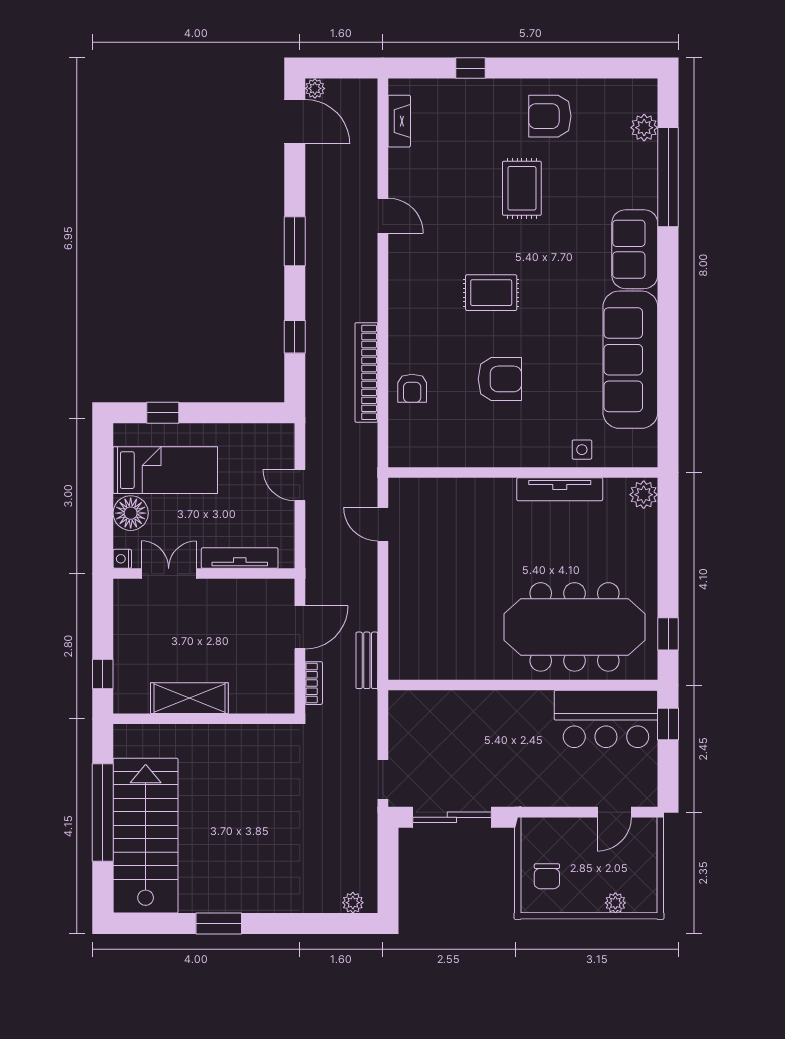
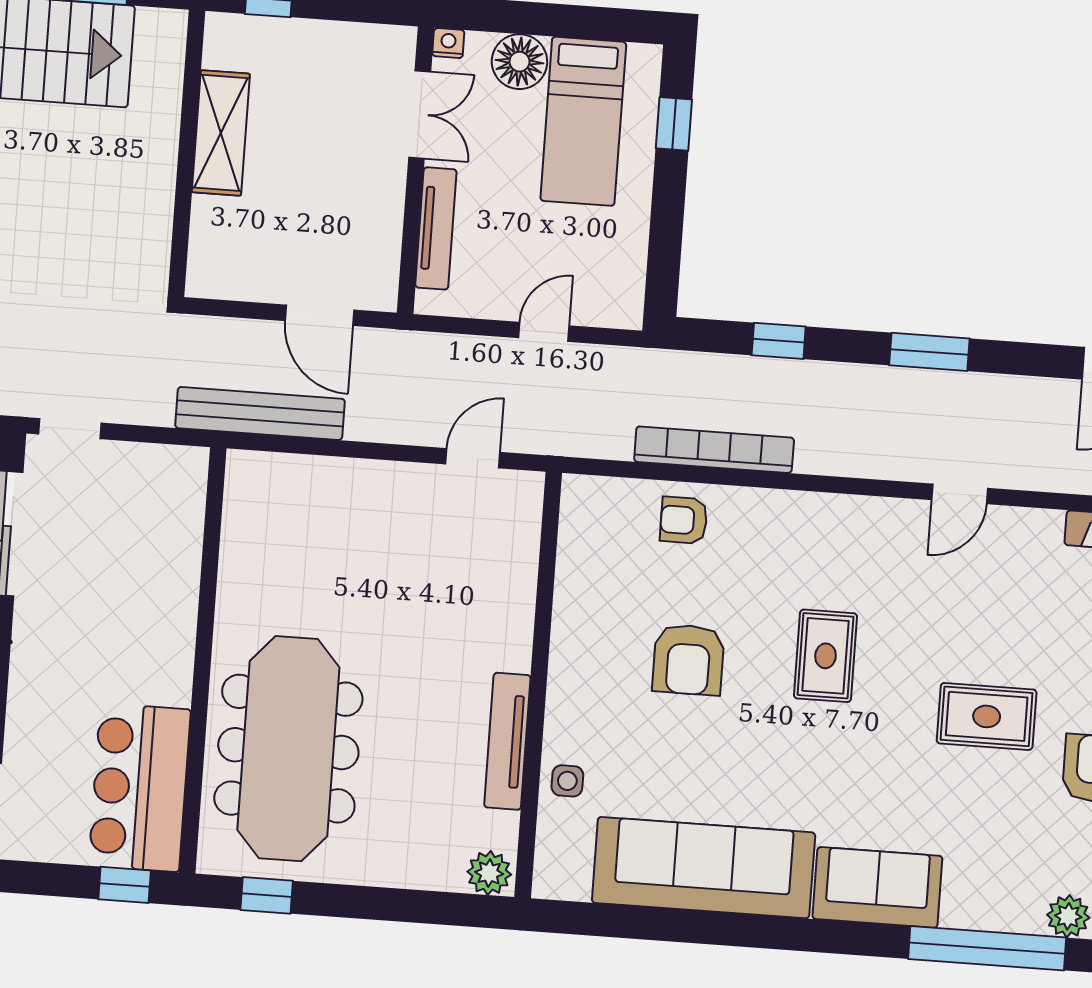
bench: (367, 660) -> (260, 413), width x1.86, depth x1.21
bookcase: (314, 683) -> (230, 331), removed

